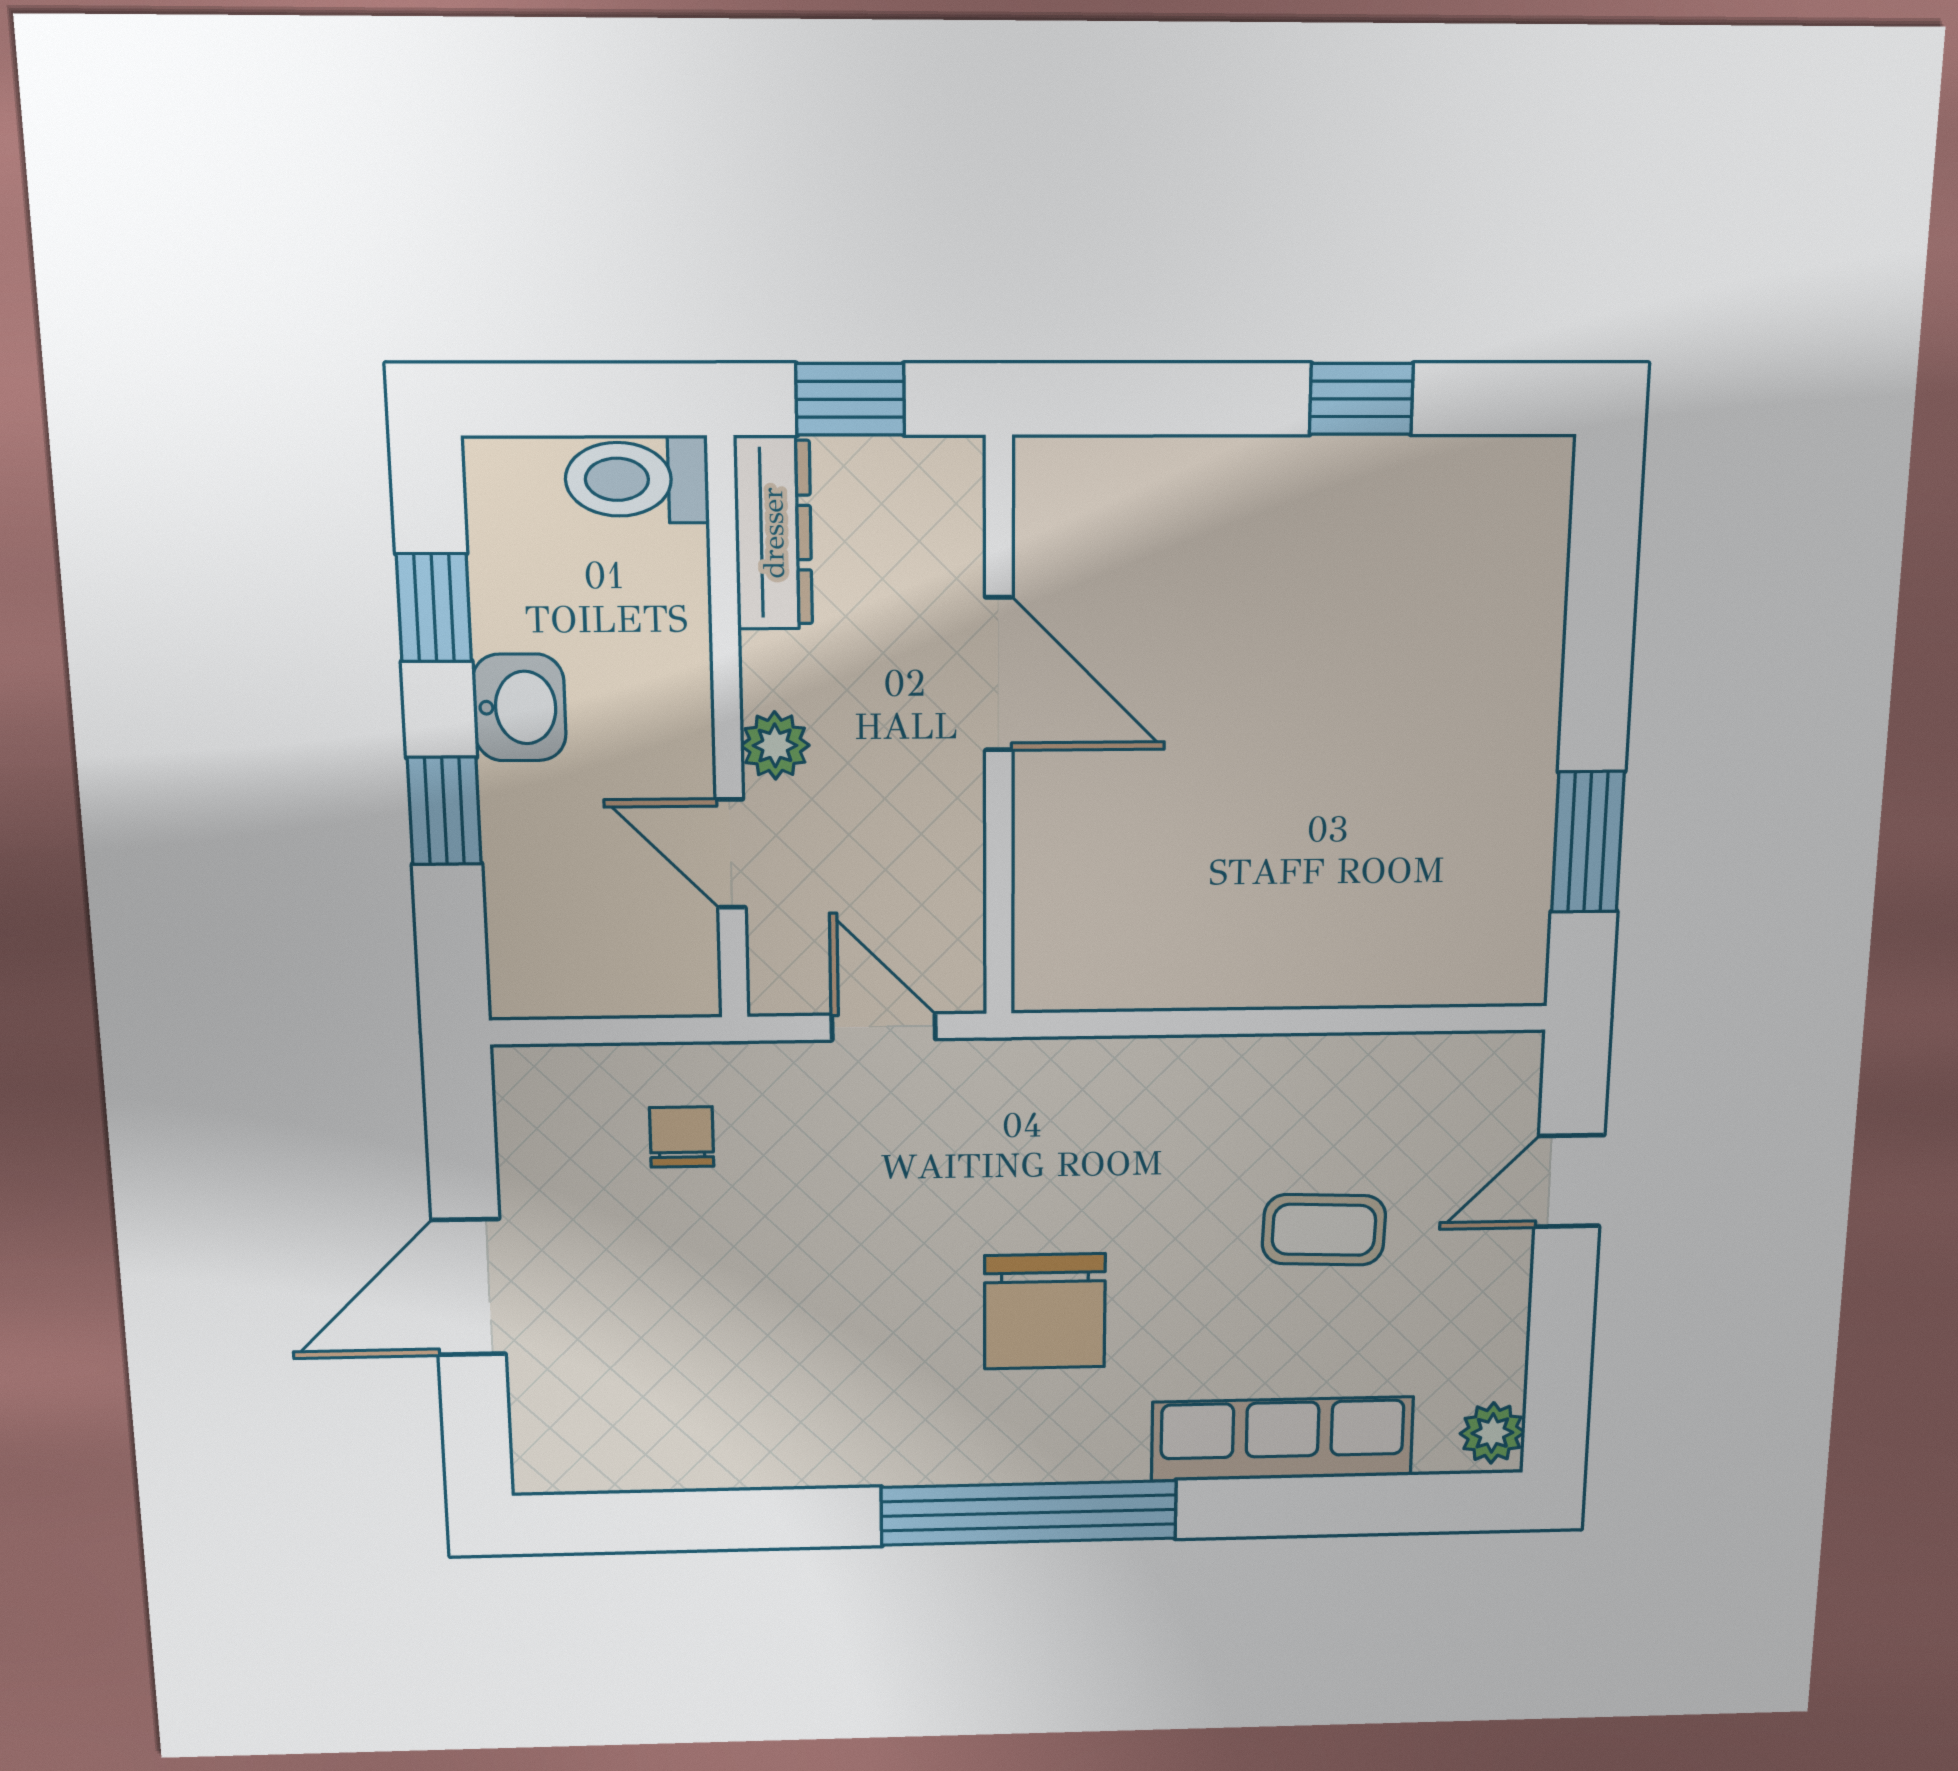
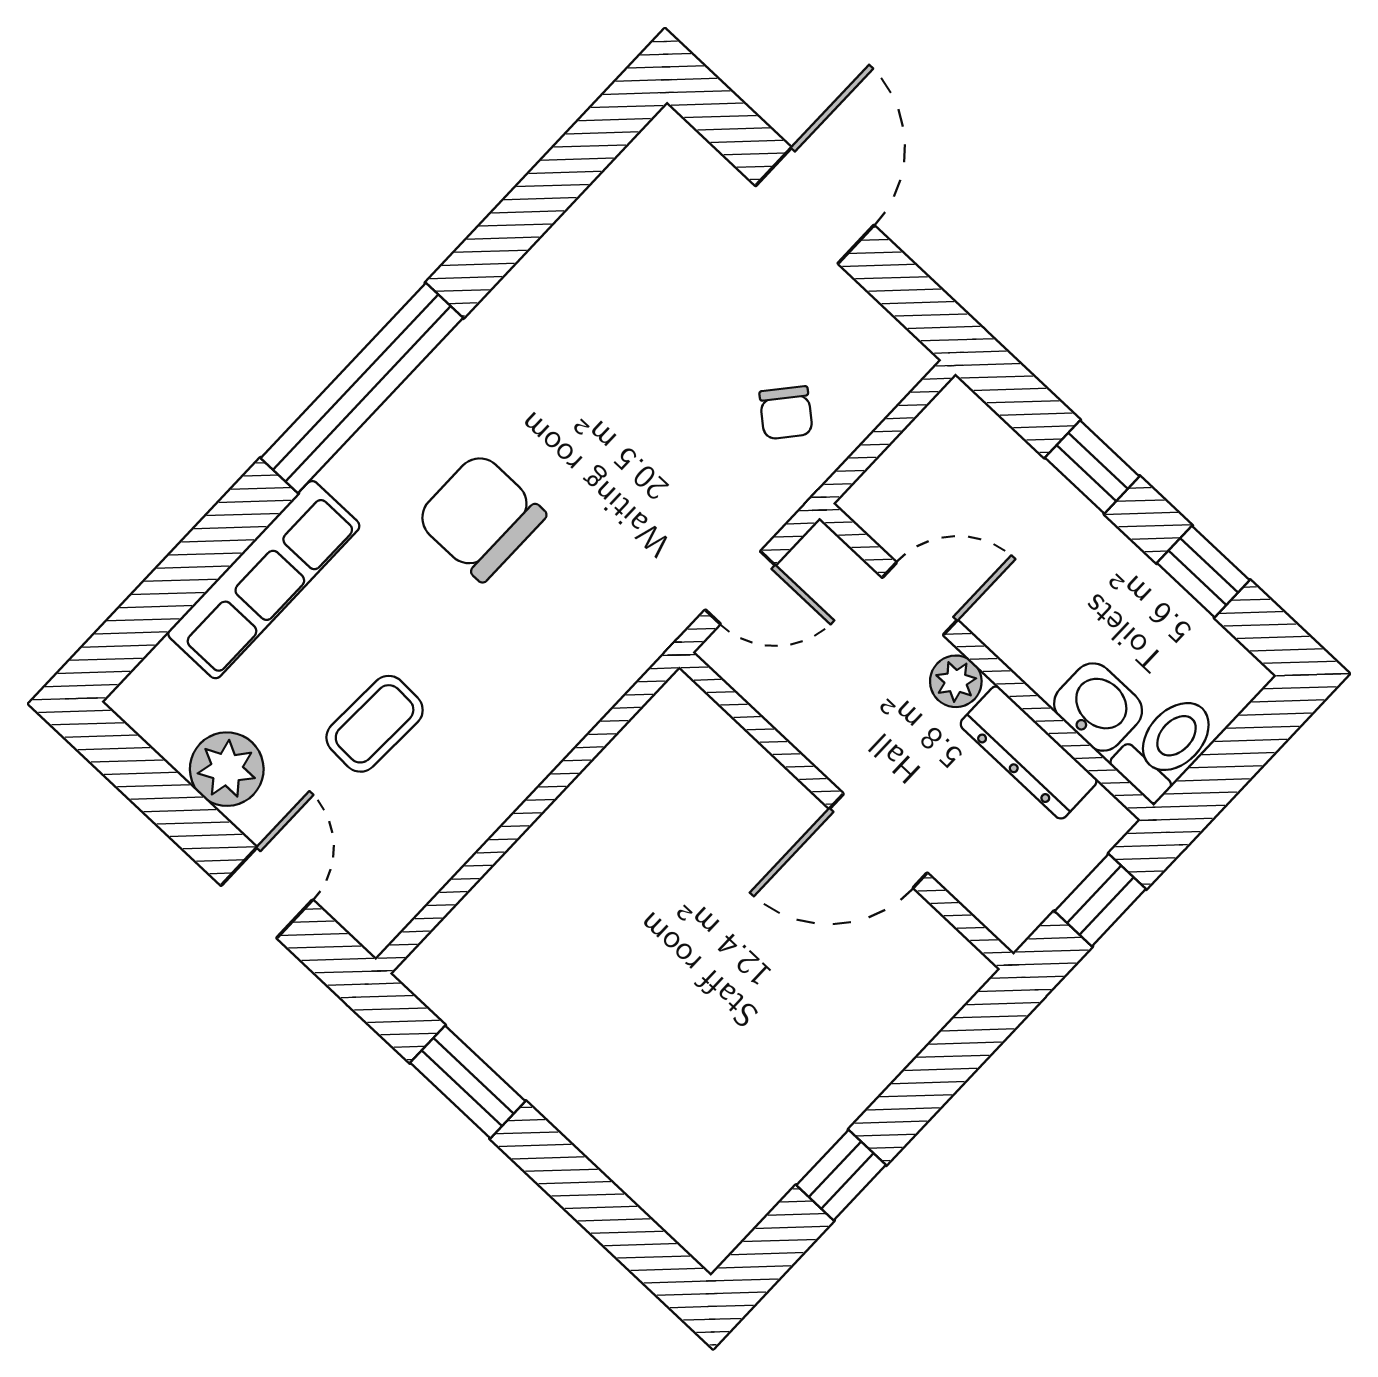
dresser: (773, 533) -> (1029, 753), moved
washbasin: (519, 707) -> (1098, 707), moved, turned 180
chair: (682, 1137) -> (786, 413), turned 40
plant: (1492, 1433) -> (227, 769), moved, width x1.38, depth x1.38

